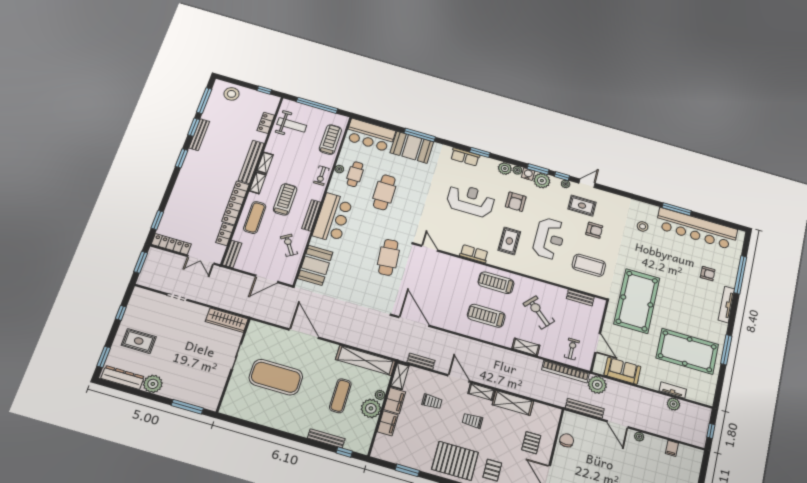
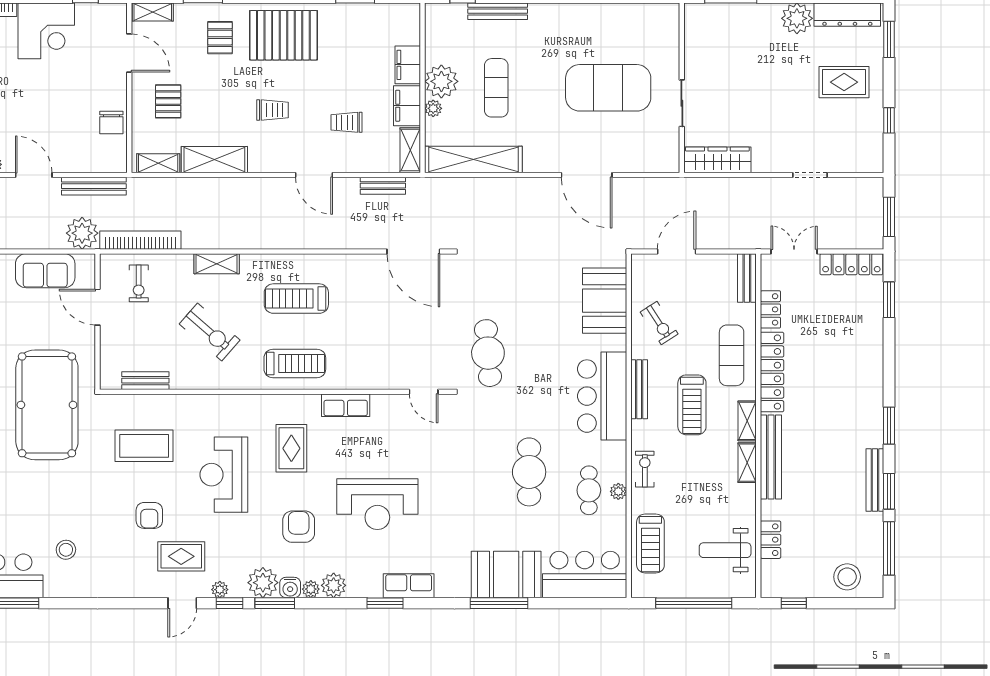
armchair: (594, 230) -> (149, 515), turned -90
treadmill: (486, 316) -> (296, 299), turned 180
shelving: (481, 392) -> (158, 163), moved

